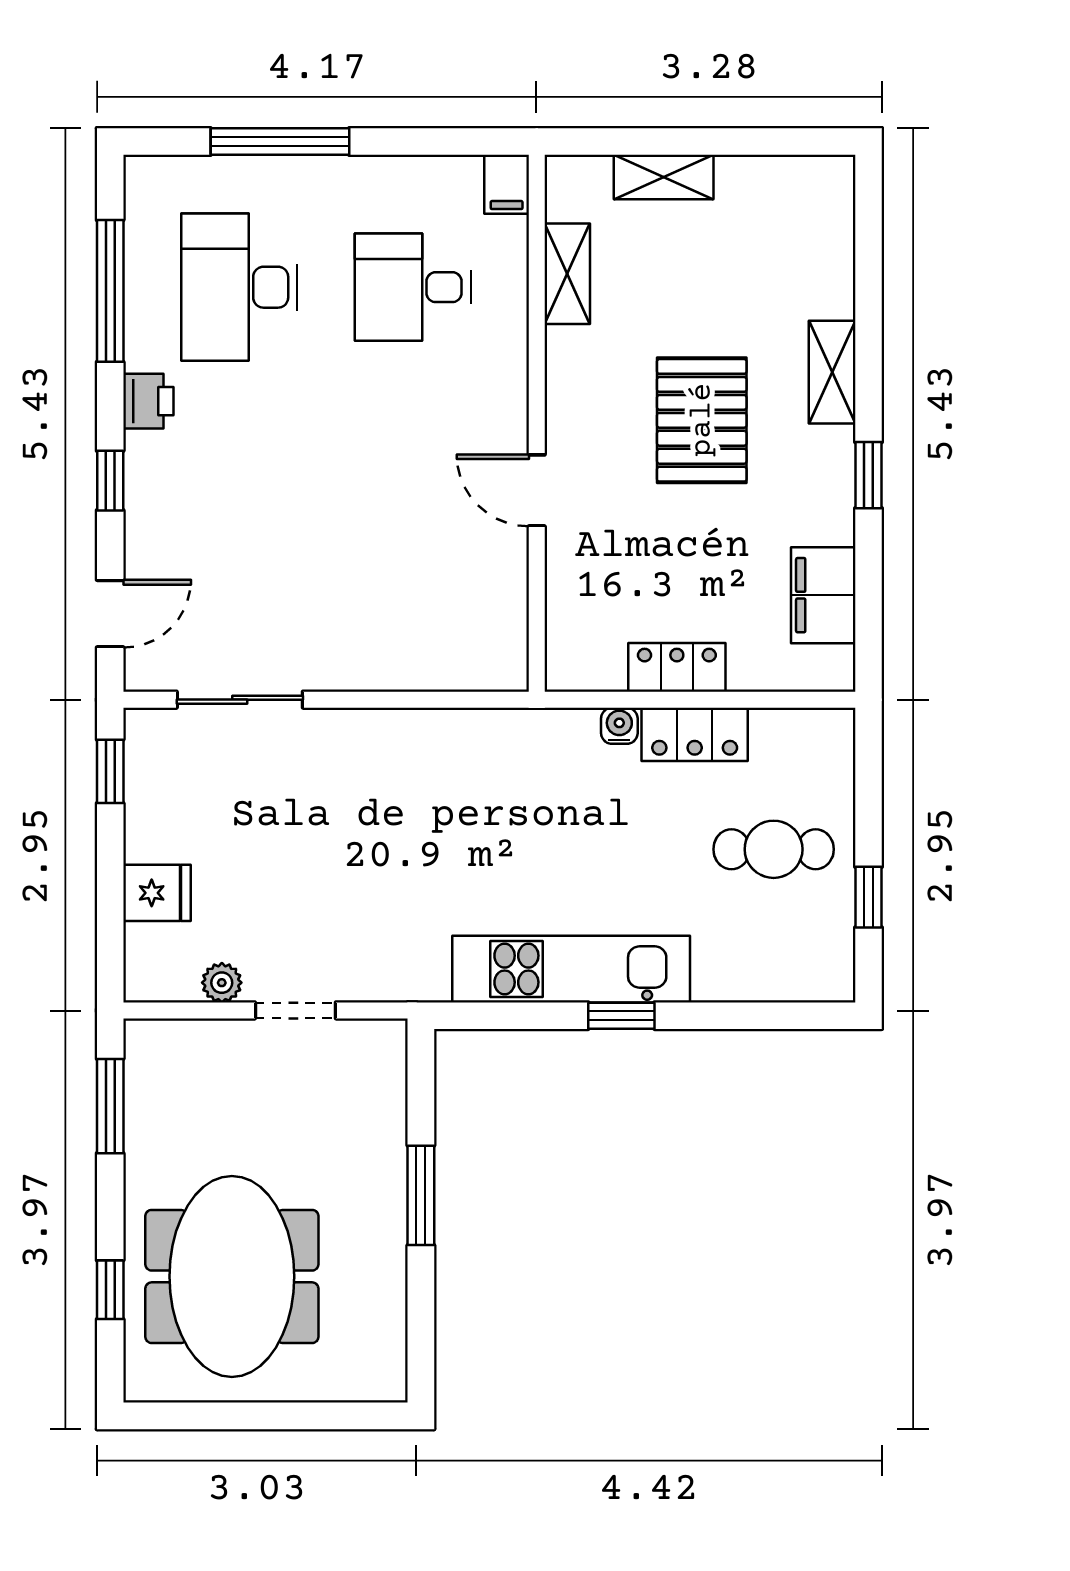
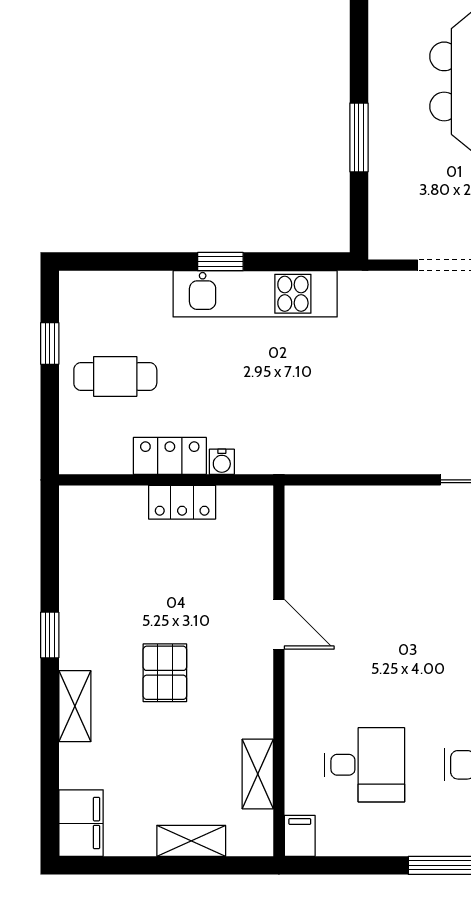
pallet: (702, 420) -> (165, 673), width x0.67, depth x0.71
filing cabinet: (823, 595) -> (81, 823), moved

